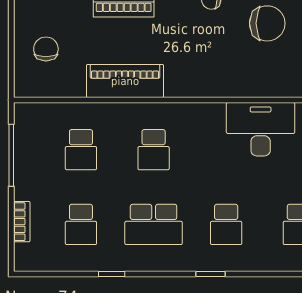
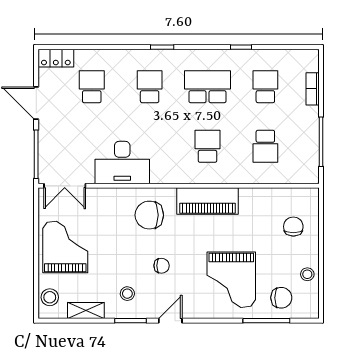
chair: (267, 23) -> (149, 215), moved
chair: (46, 49) -> (293, 227), turned 180
piano: (125, 81) -> (207, 201), moved
school desk: (81, 150) -> (265, 146), turned 180

